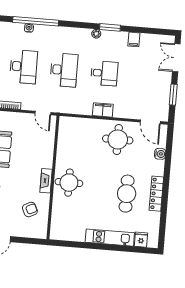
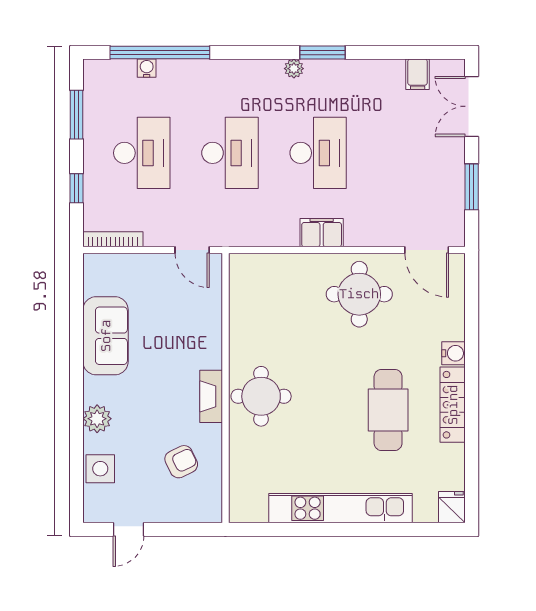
filing cabinet: (134, 39) -> (418, 74), moved
desk: (104, 73) -> (318, 153), width x1.37
water cooler: (160, 154) -> (454, 353), moved
kitchen unit: (110, 238) -> (340, 508), width x1.36
fridge: (141, 240) -> (452, 507), moved

